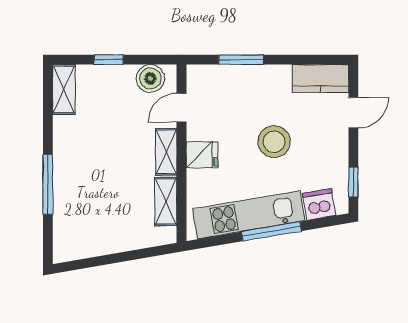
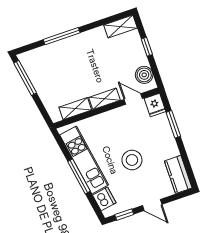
door: (353, 113) -> (152, 205), moved
fridge: (202, 155) -> (155, 105), moved
window: (93, 262) -> (25, 78), added

